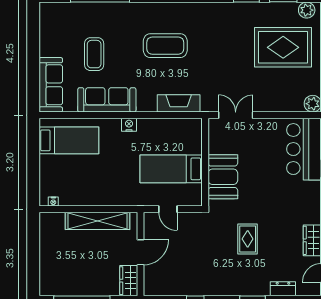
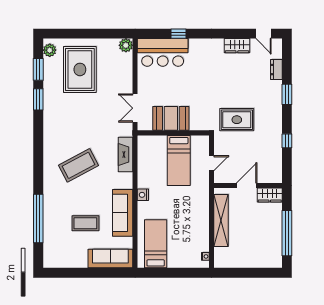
coffee table: (165, 46) -> (79, 165), turned 62
booth: (223, 177) -> (171, 118), moved
rug: (248, 239) -> (237, 120), moved, width x1.36, depth x1.43
door: (141, 252) -> (247, 185), hinge flipped

